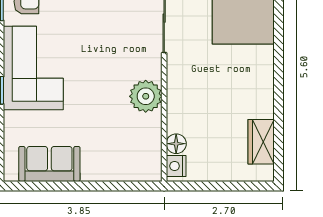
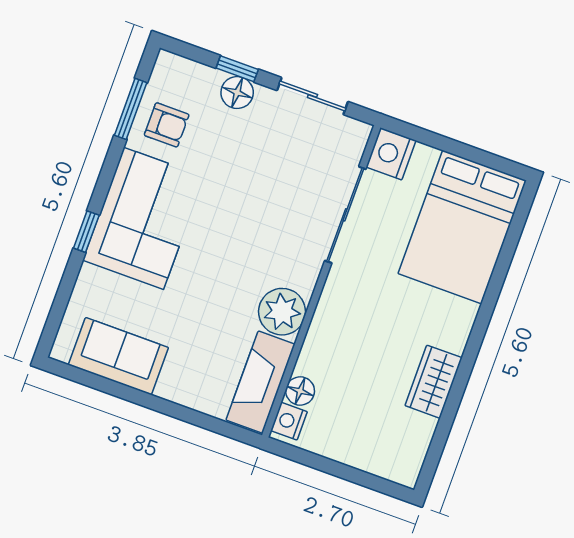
wardrobe: (261, 142) -> (434, 382), moved
fireplace: (148, 147) -> (261, 382), added

